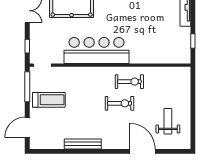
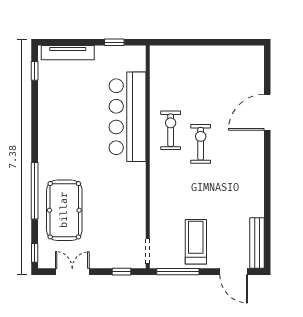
bar counter: (97, 51) -> (128, 117), moved
weight bench: (168, 121) -> (225, 77), removed
bench: (83, 144) -> (257, 243), moved

